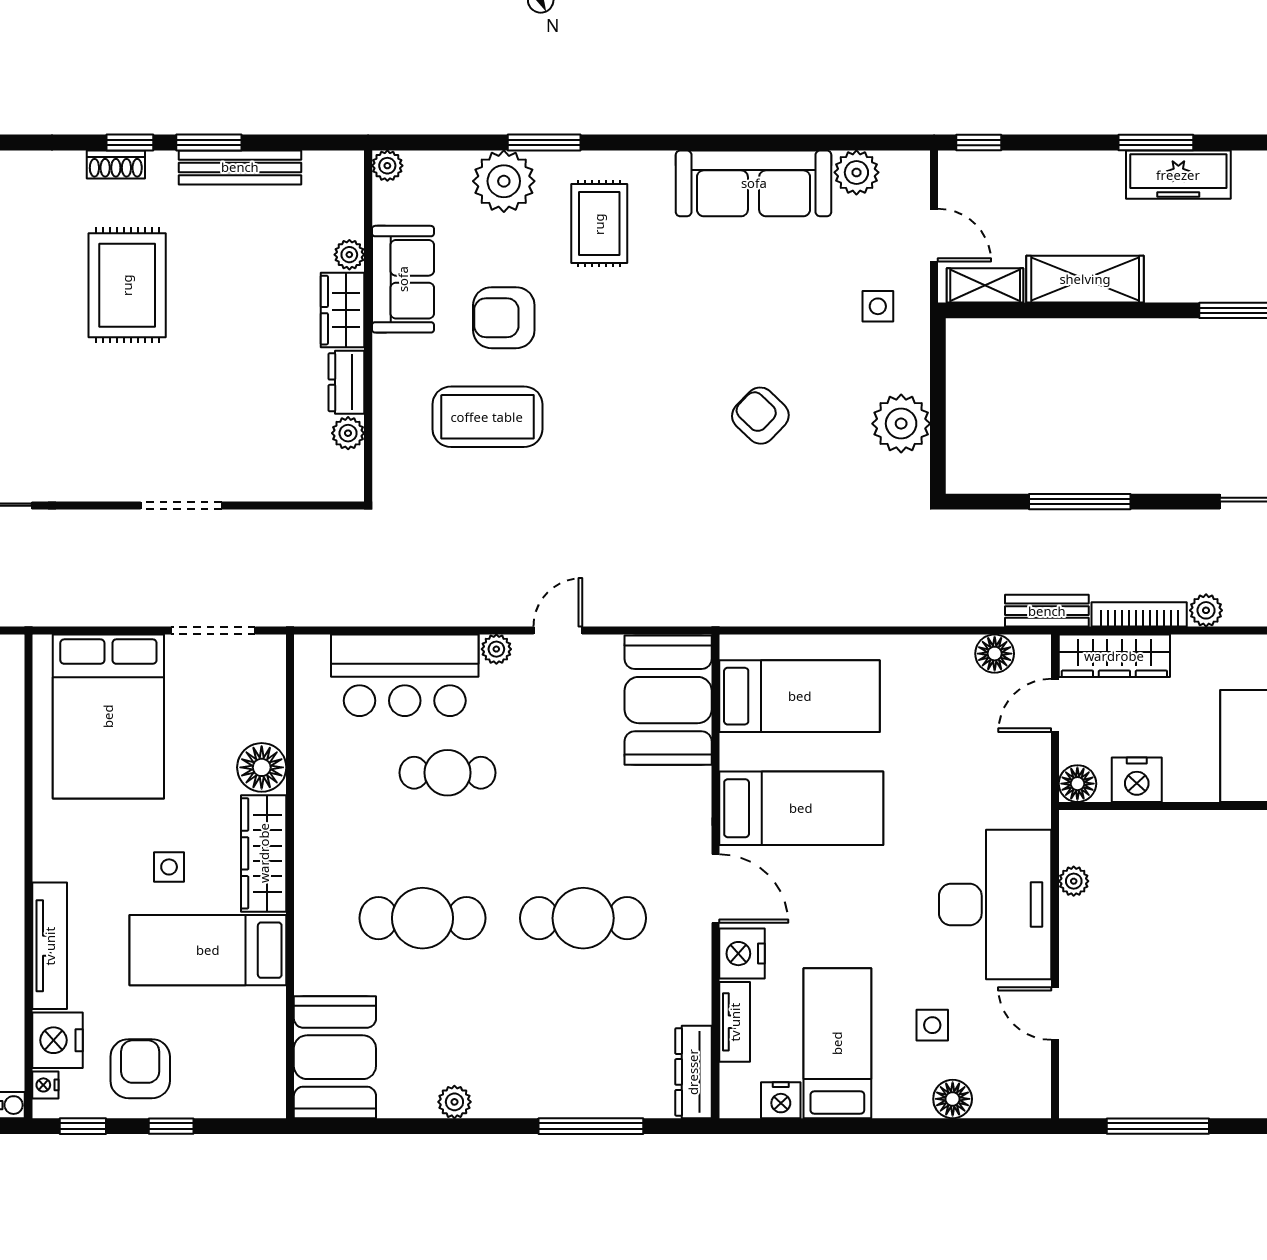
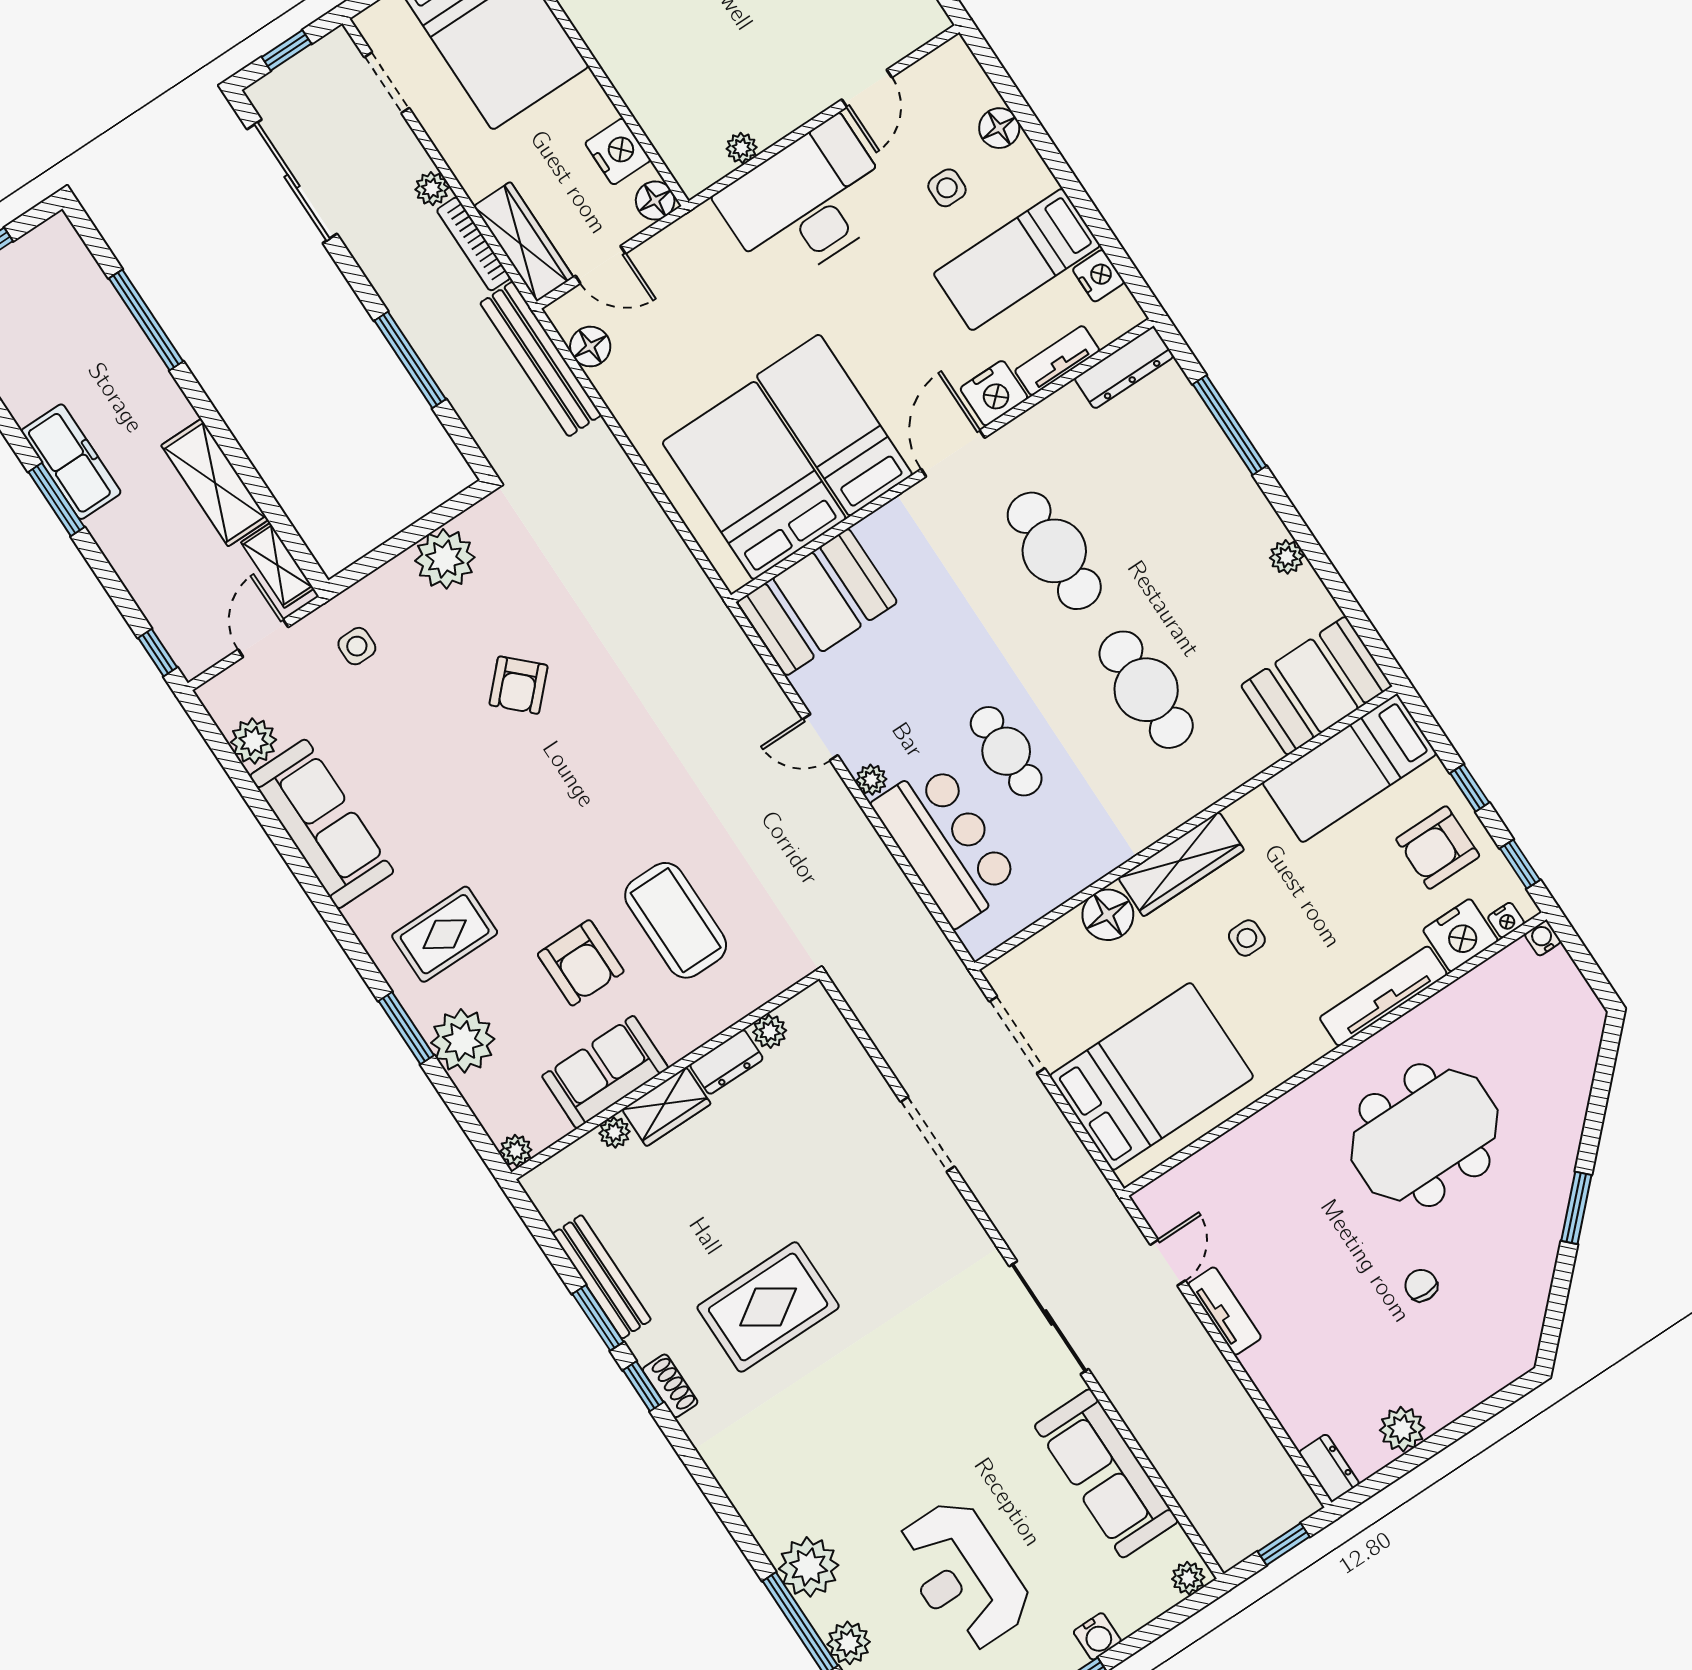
bench: (1047, 611) -> (541, 359), width x1.86, depth x1.21
bed: (800, 696) -> (754, 480), width x1.50
bed: (208, 950) -> (1350, 768), moved, turned 90

